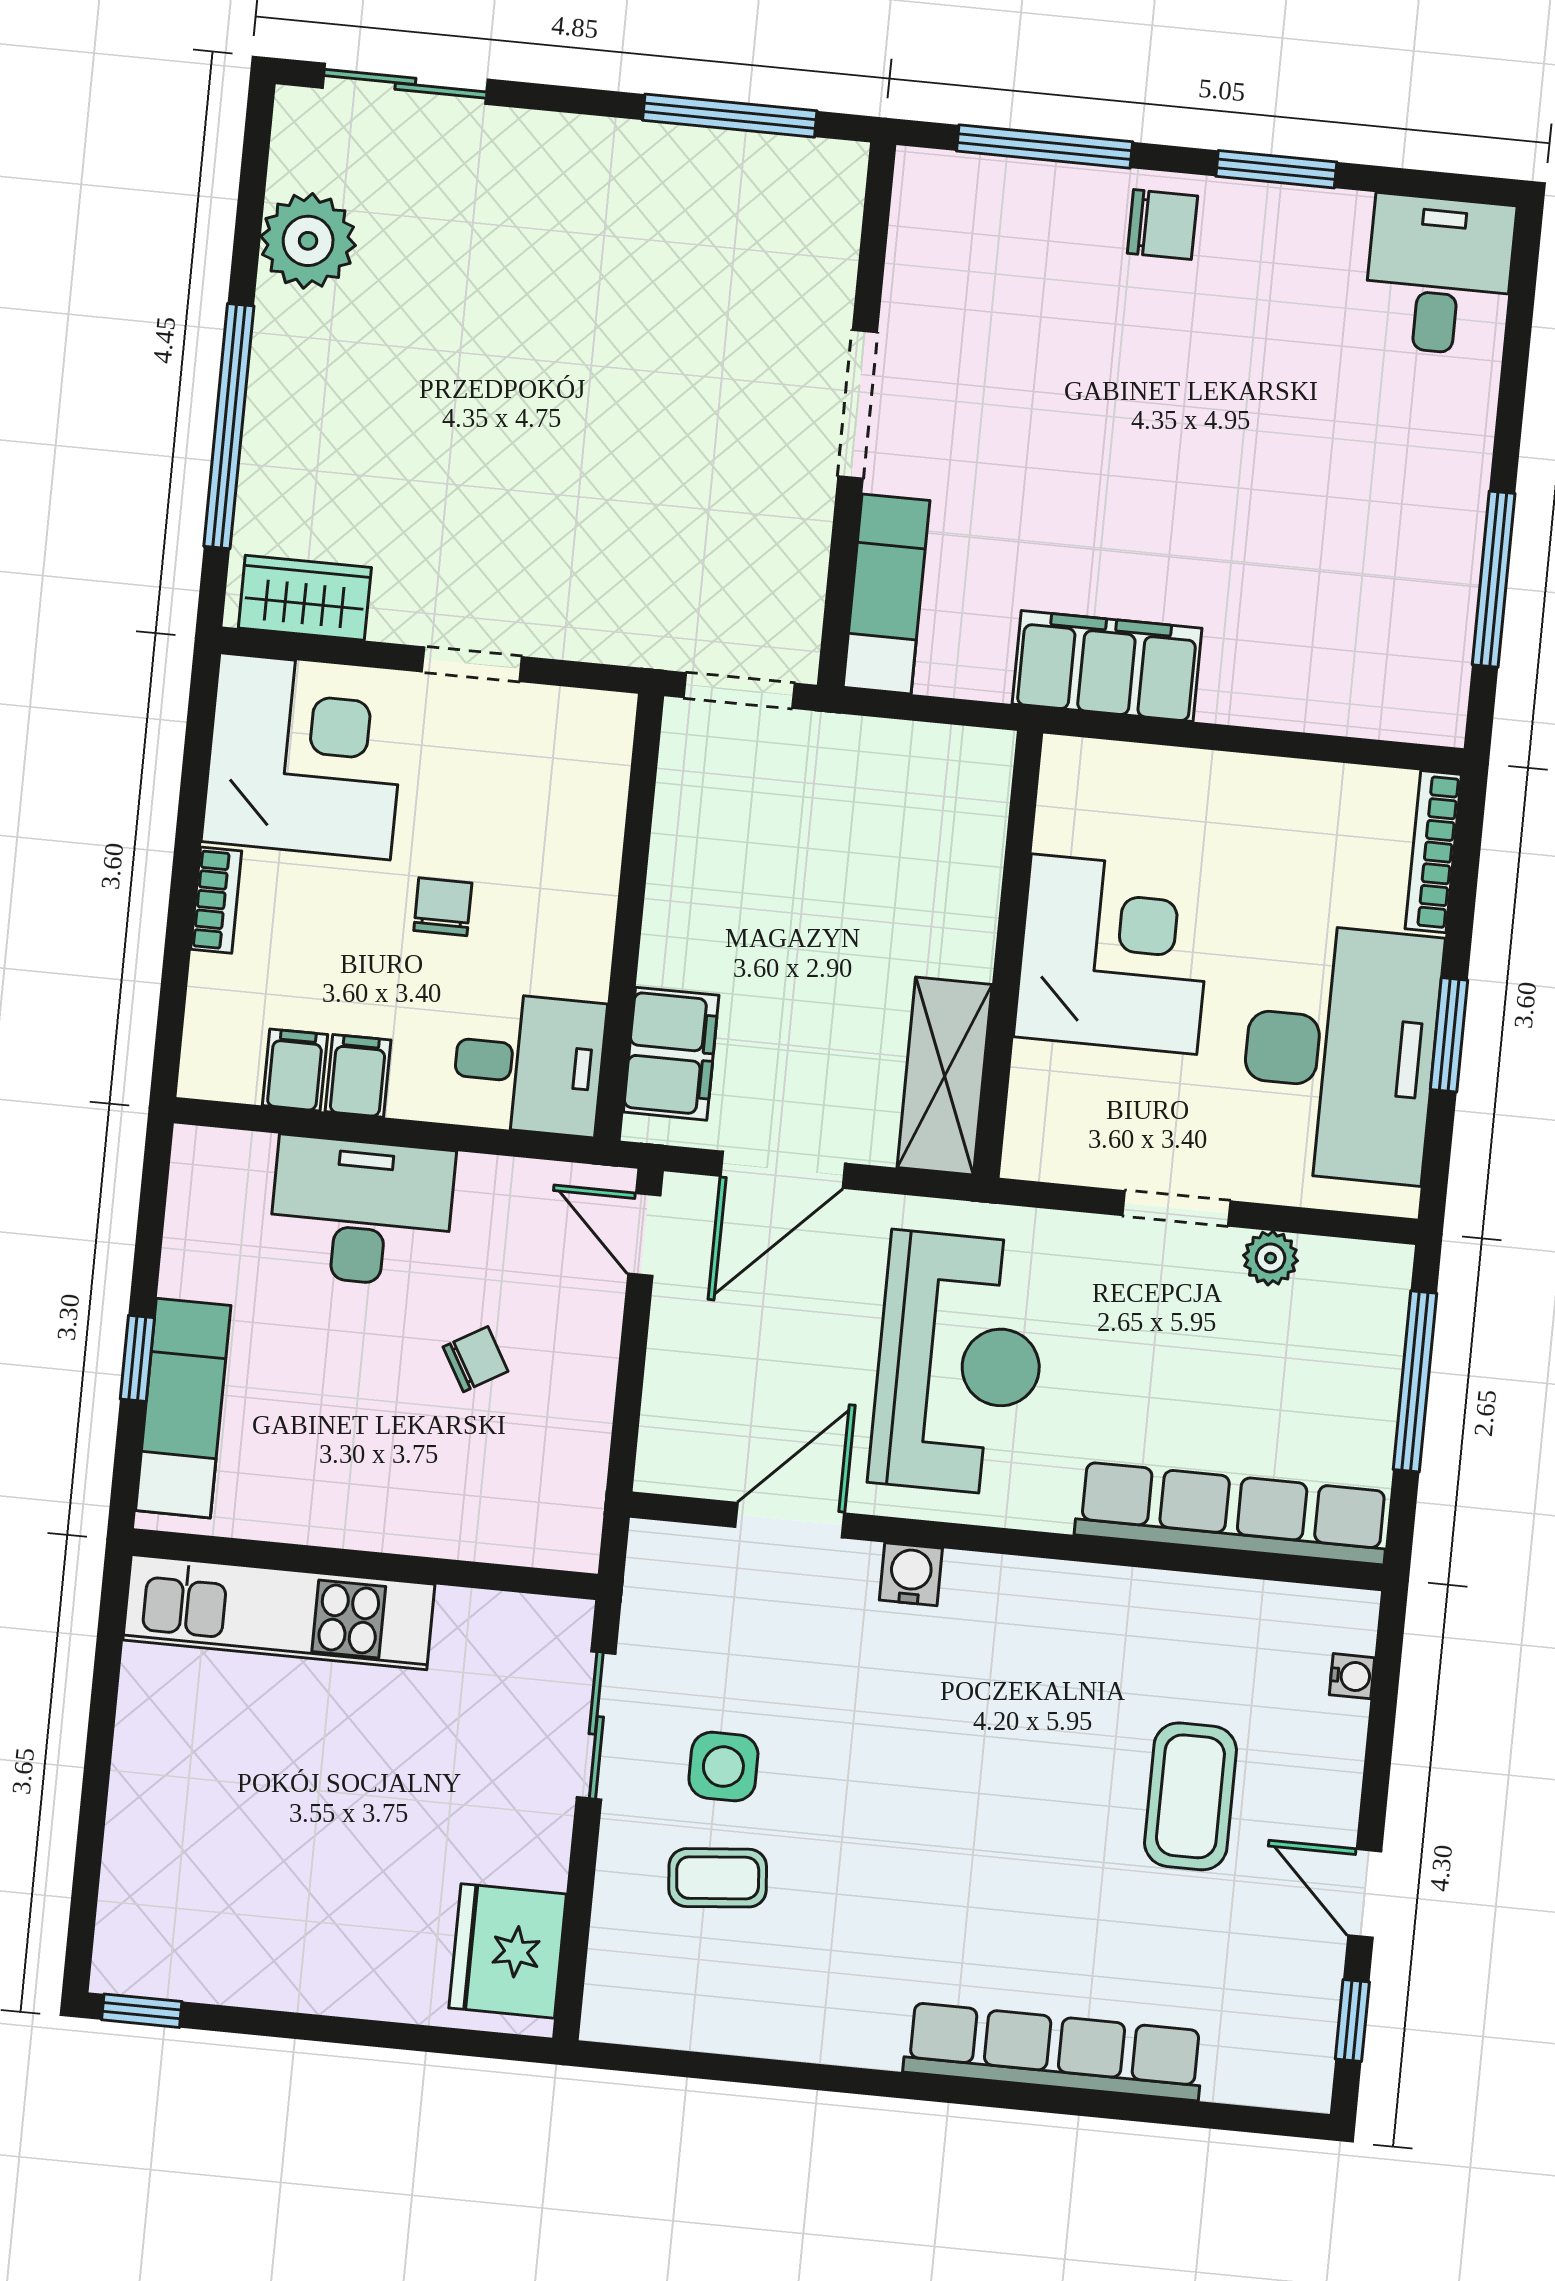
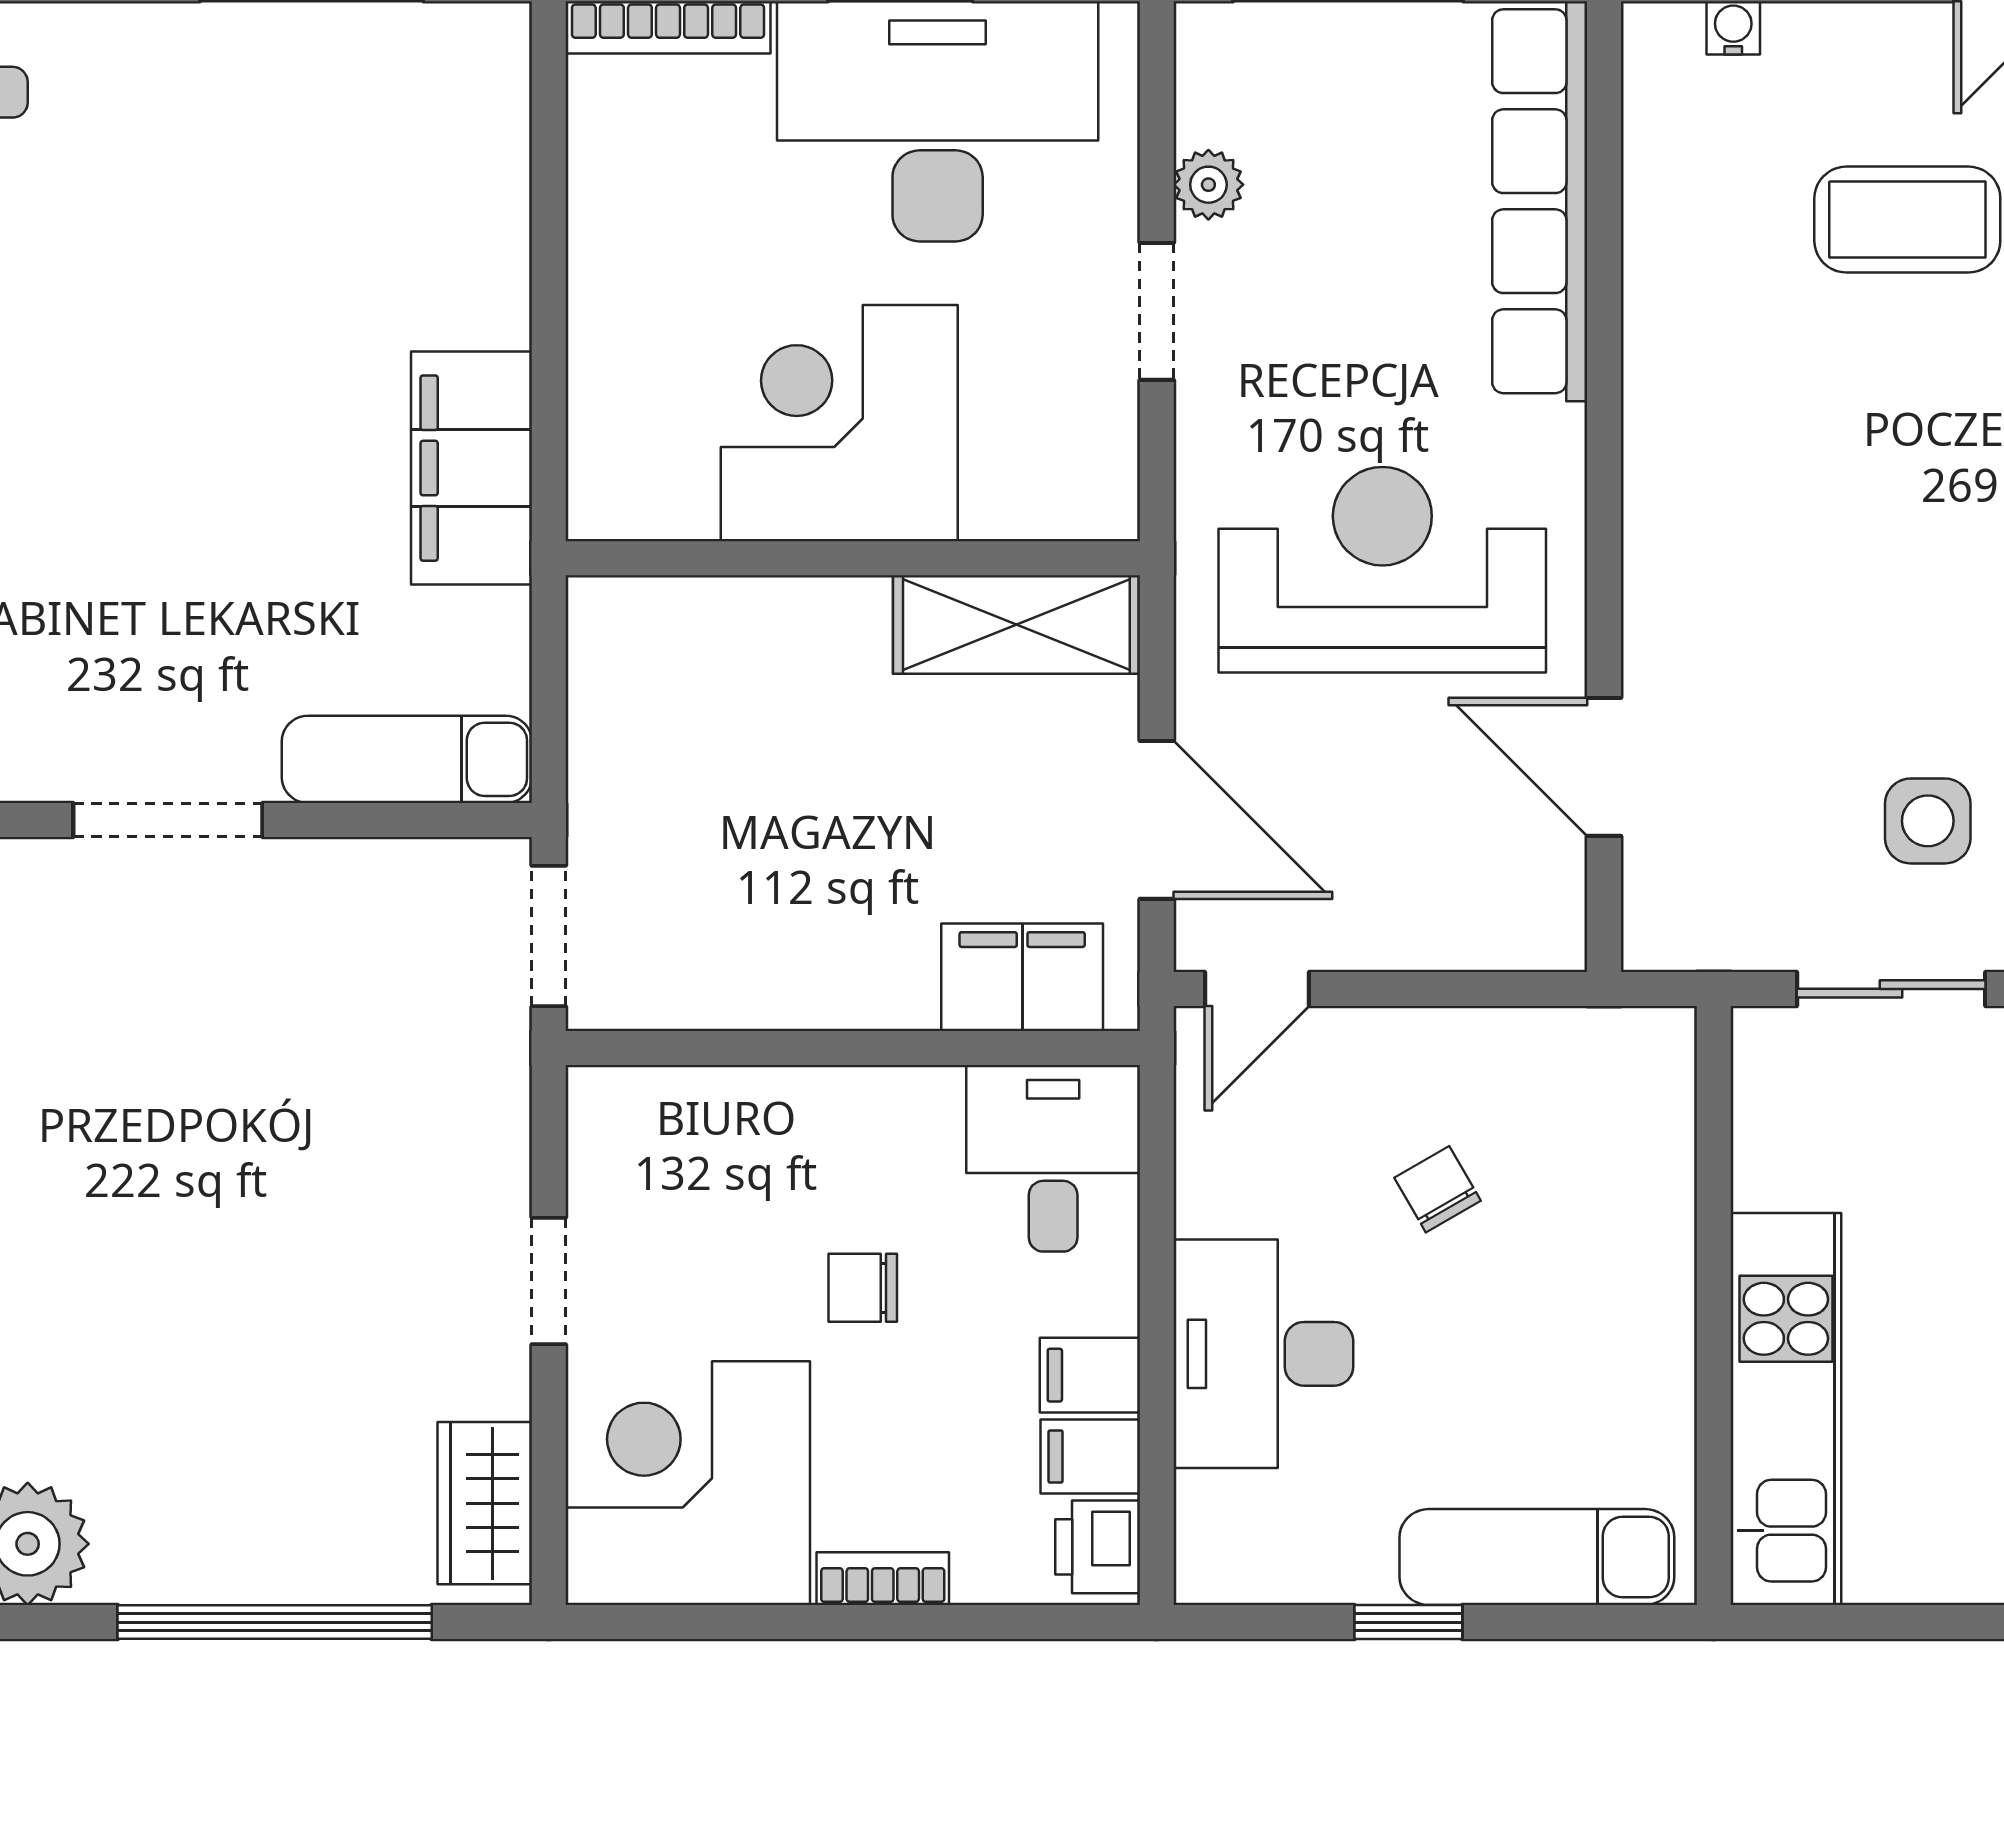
printer: (225, 1069) -> (1098, 1547), added
window: (137, 1358) -> (1408, 1622), moved
water cooler: (911, 1574) -> (1658, 605), removed

